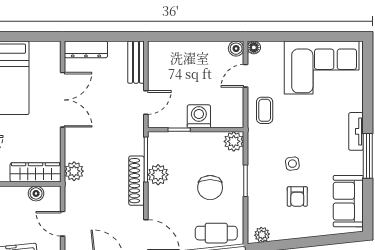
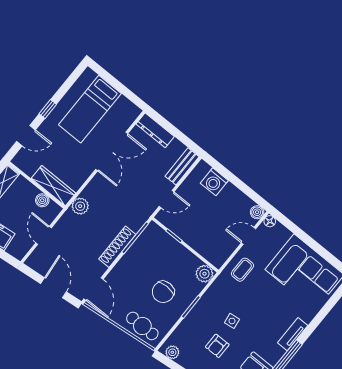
washing machine: (199, 116) -> (214, 182), moved, turned 180
plant: (158, 175) -> (135, 255), removed

